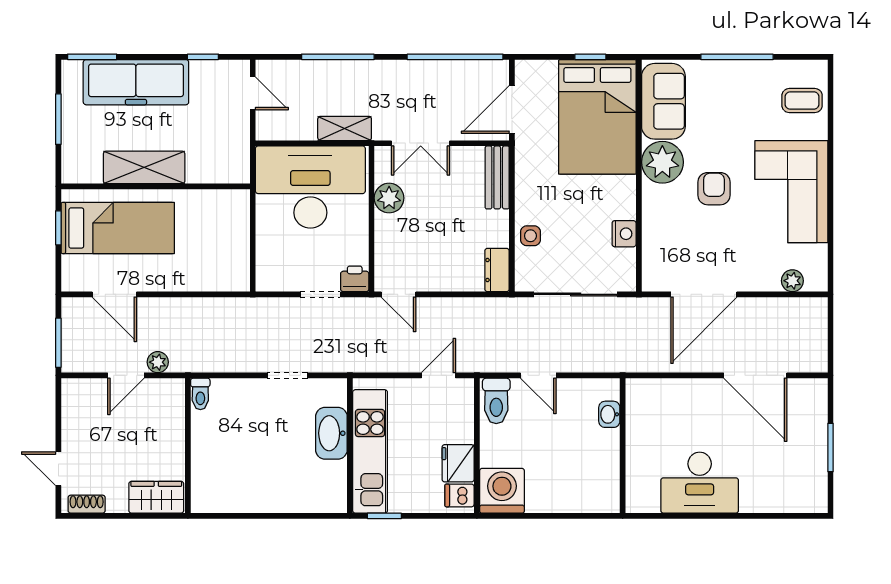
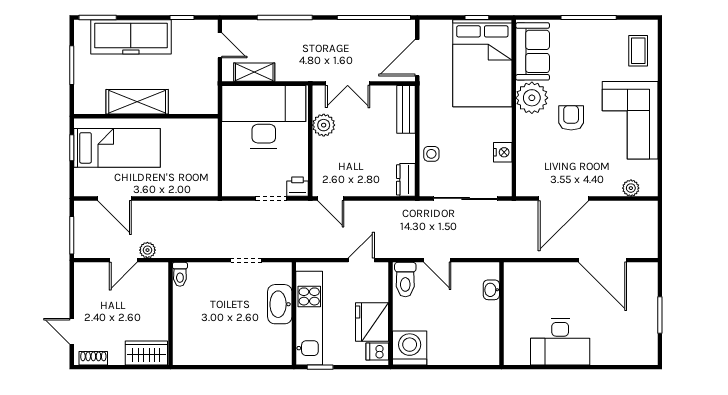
coffee table: (802, 101) -> (638, 51), turned 90
shelving: (345, 128) -> (254, 72), moved
fridge: (458, 463) -> (372, 322), width x1.36, depth x1.34

